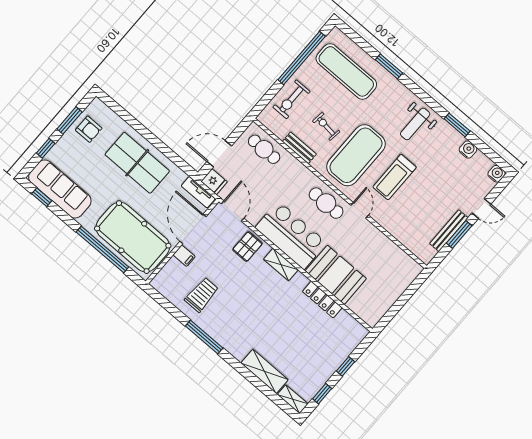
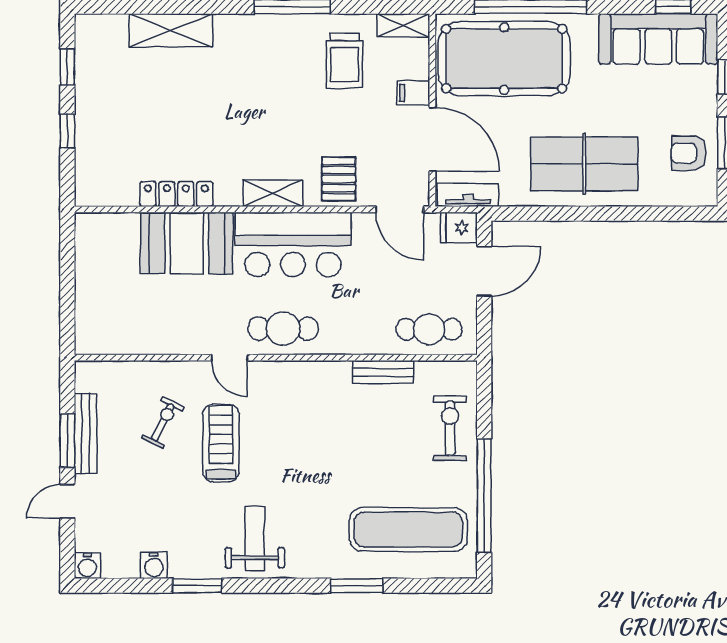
exercise bike: (326, 126) -> (163, 422), moved, turned -70
exercise mat: (356, 155) -> (298, 428), removed
shelving: (293, 399) -> (403, 25), moved

